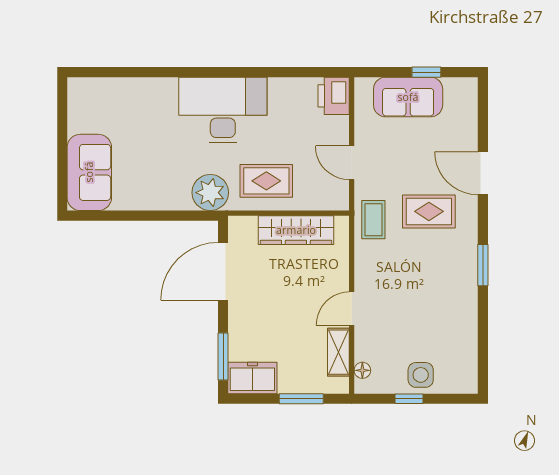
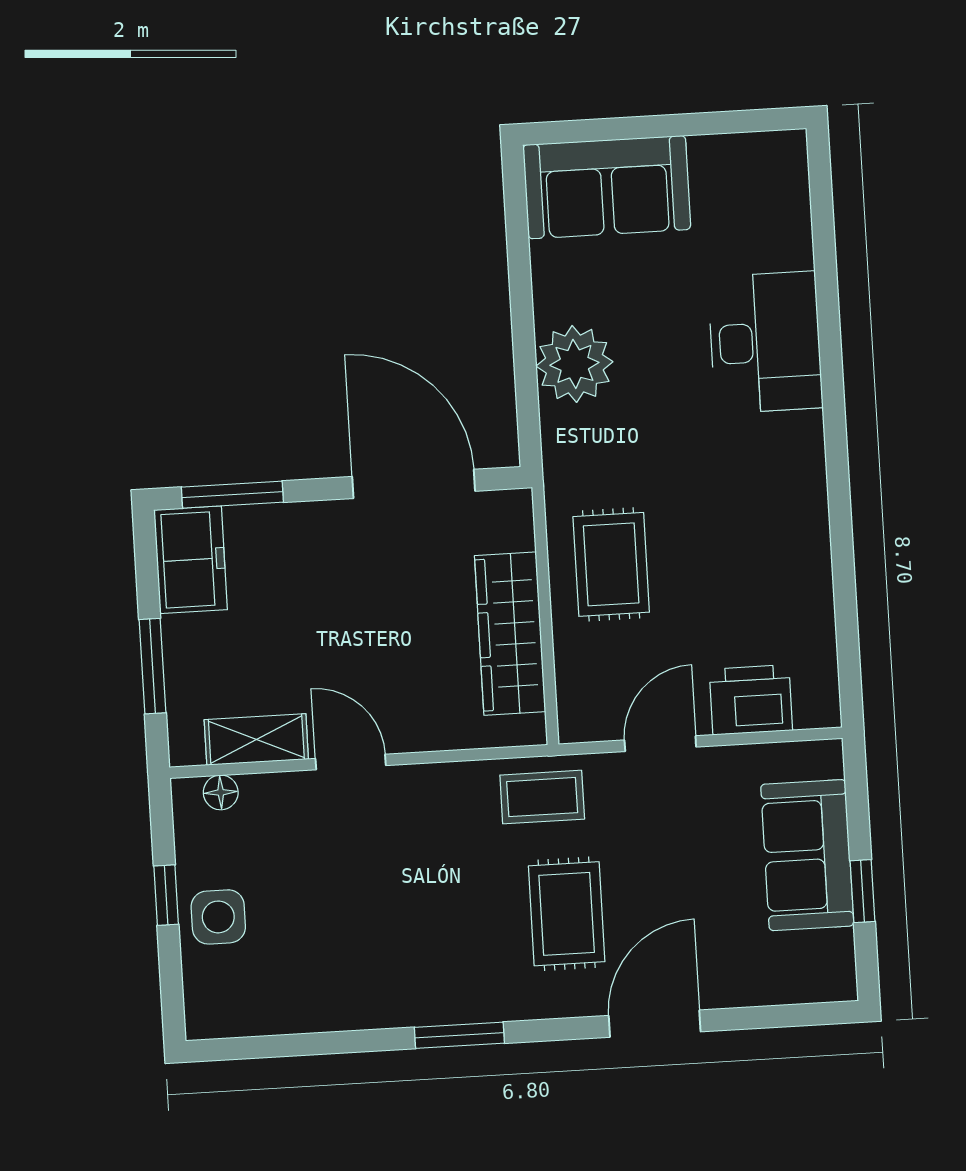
printer: (334, 96) -> (751, 700), moved
desk: (223, 110) -> (765, 342), moved, width x0.73, depth x0.77
plant: (210, 193) -> (574, 364), moved

